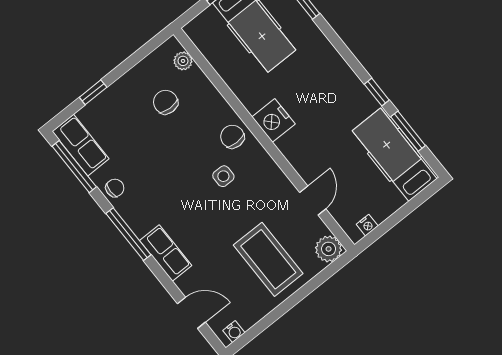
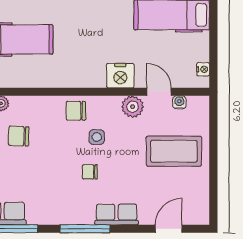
nightstand: (274, 120) -> (120, 76), moved
chair: (115, 188) -> (90, 172), moved, turned -90
plant: (329, 249) -> (133, 107), moved
water cooler: (234, 332) -> (179, 102), moved, turned -90

